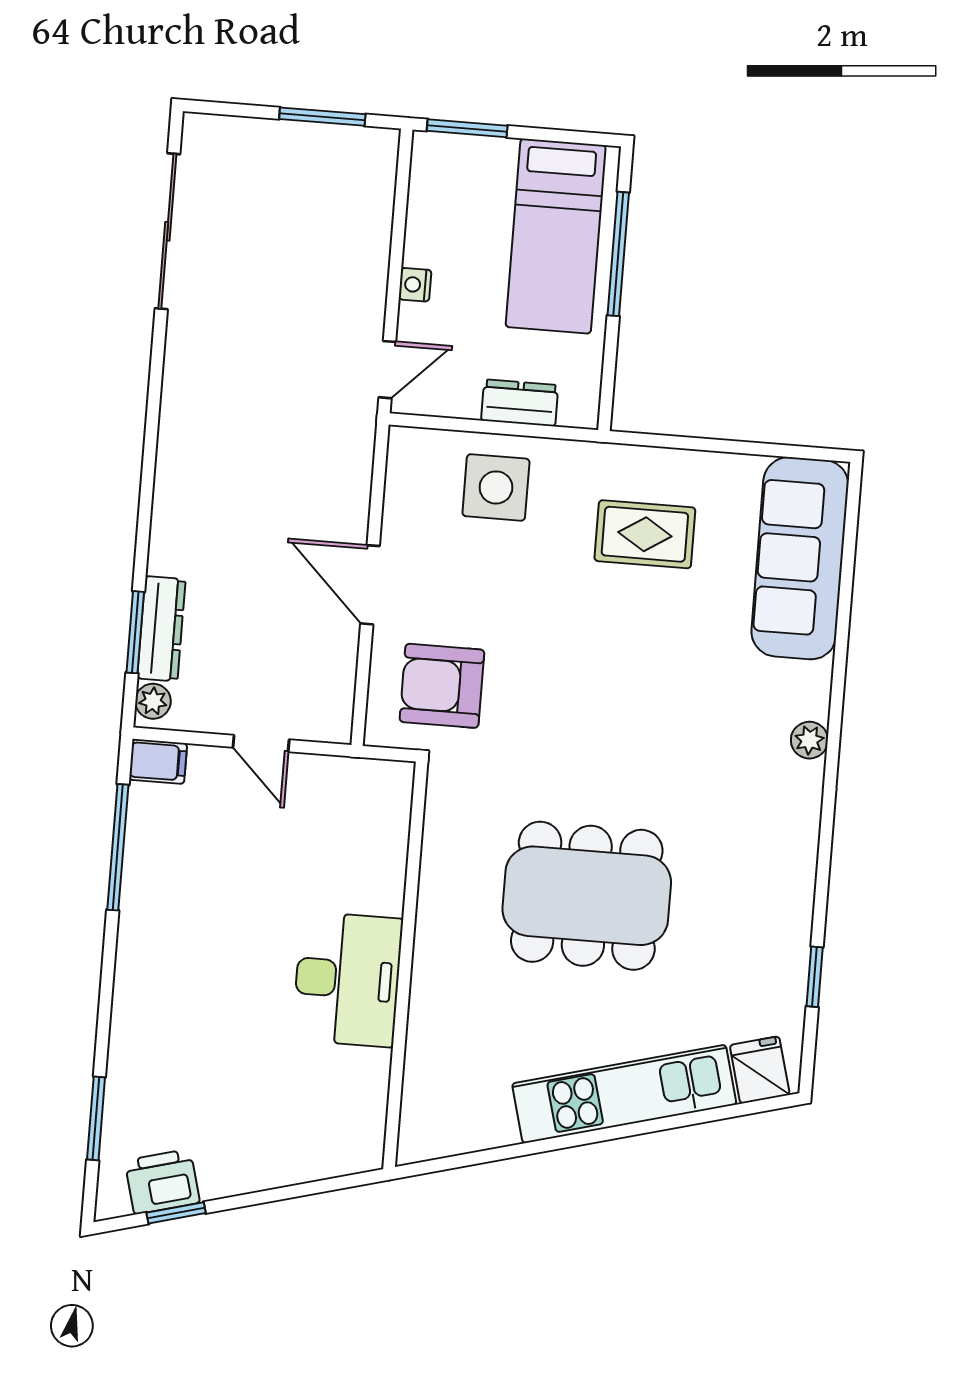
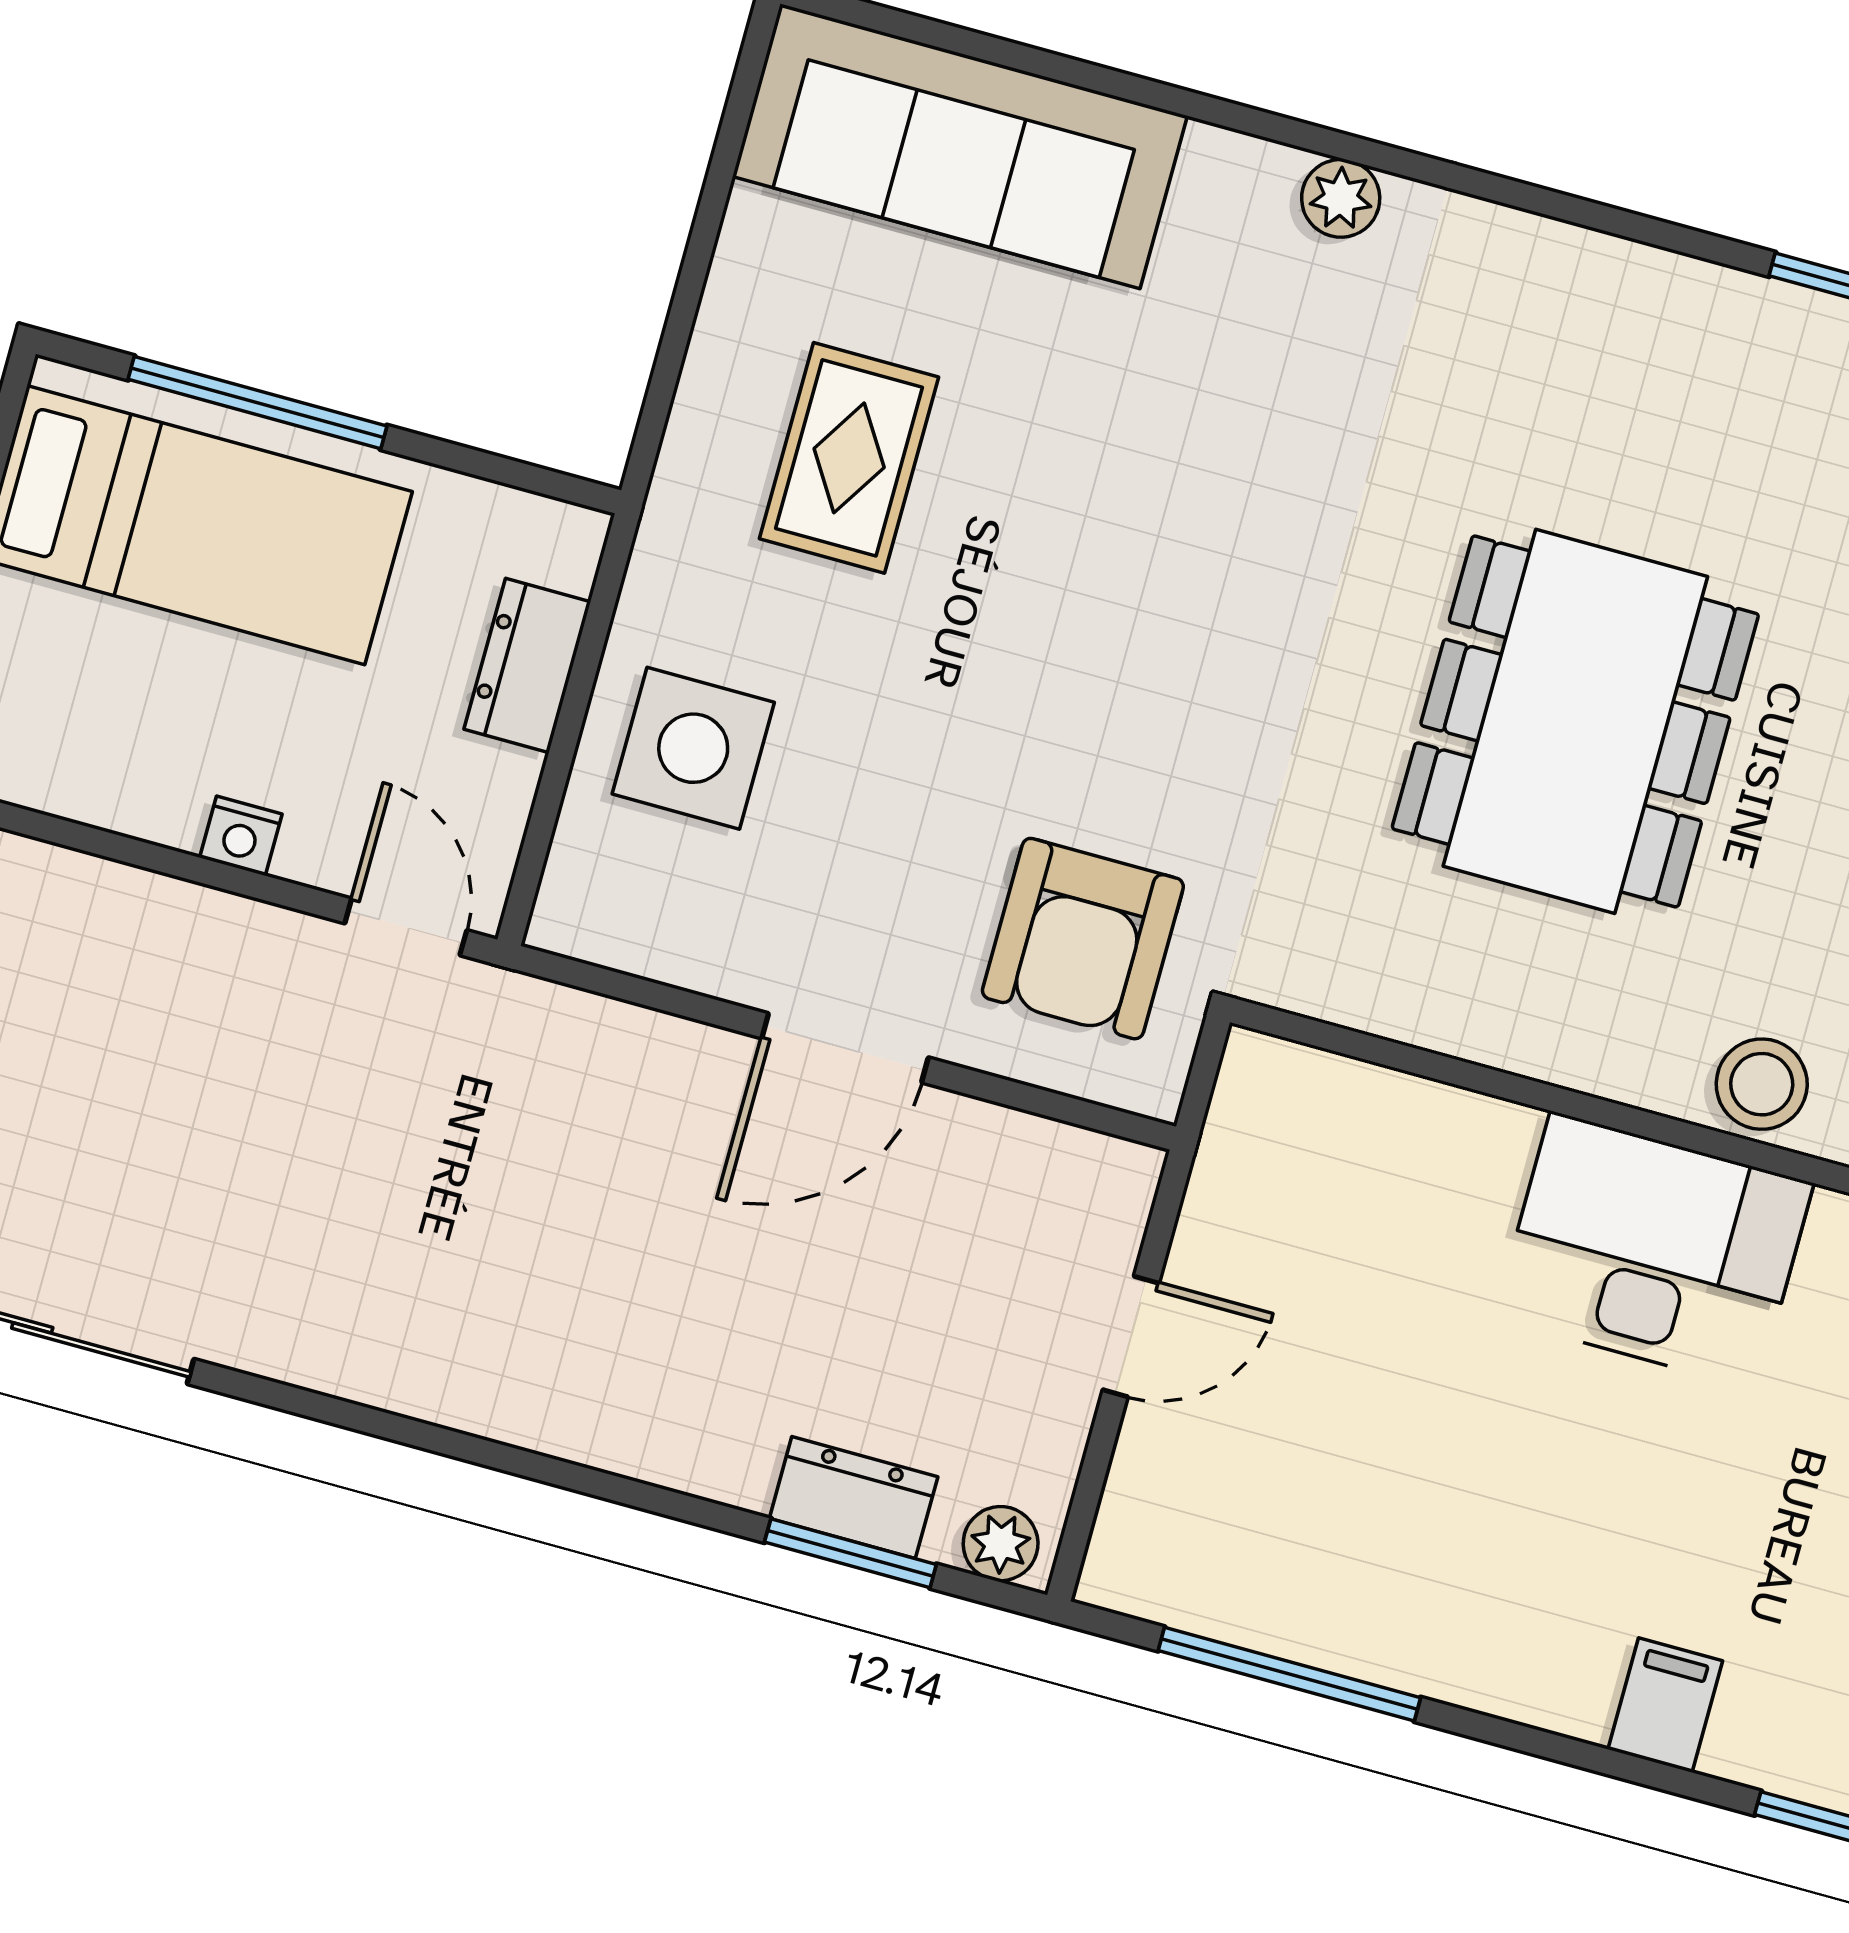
dresser: (161, 629) -> (854, 1498), width x0.70
filing cabinet: (158, 762) -> (1665, 1705), moved
stool: (434, 1015) -> (1762, 1084), added

